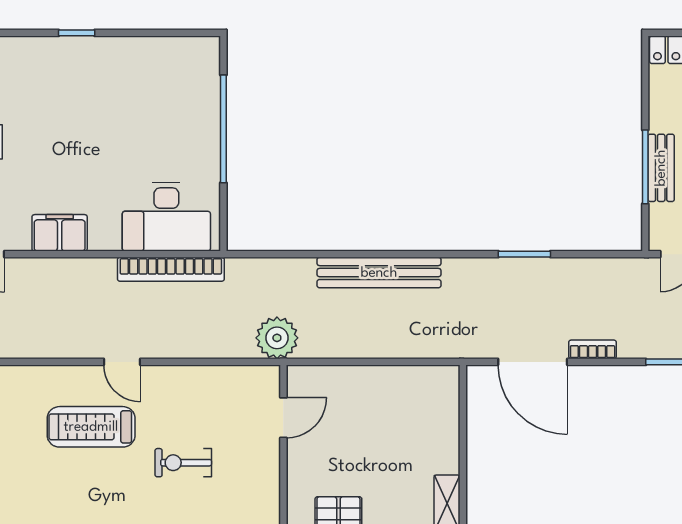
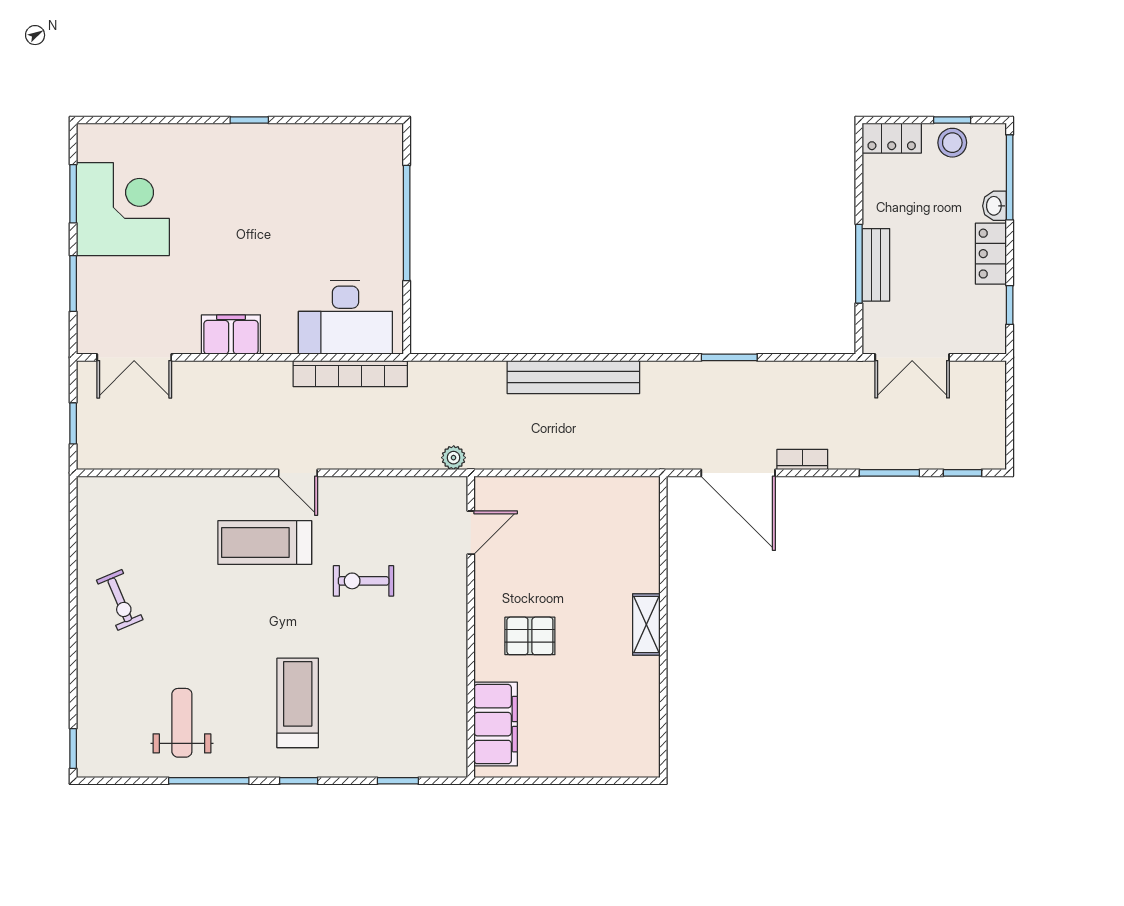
plant: (277, 338) -> (454, 458), width x0.53, depth x0.53

